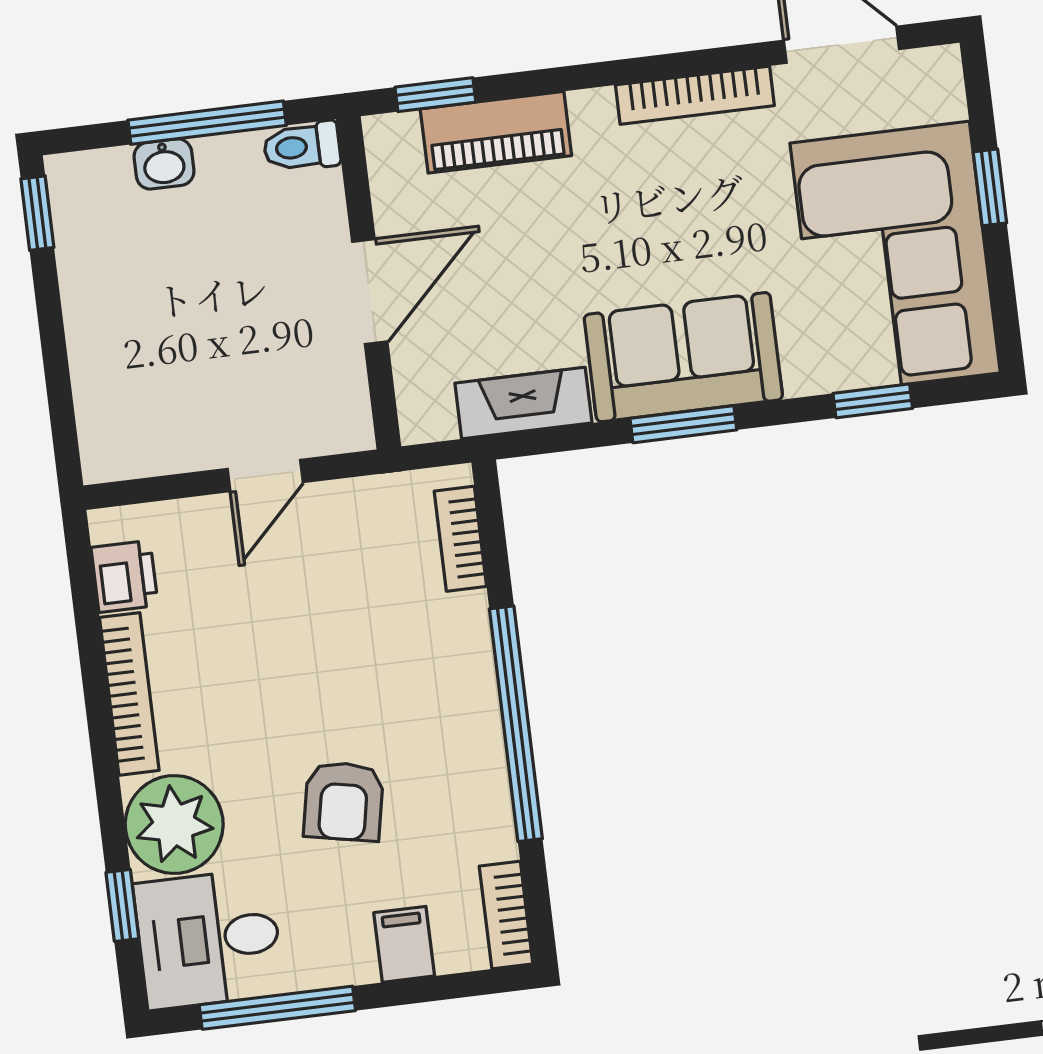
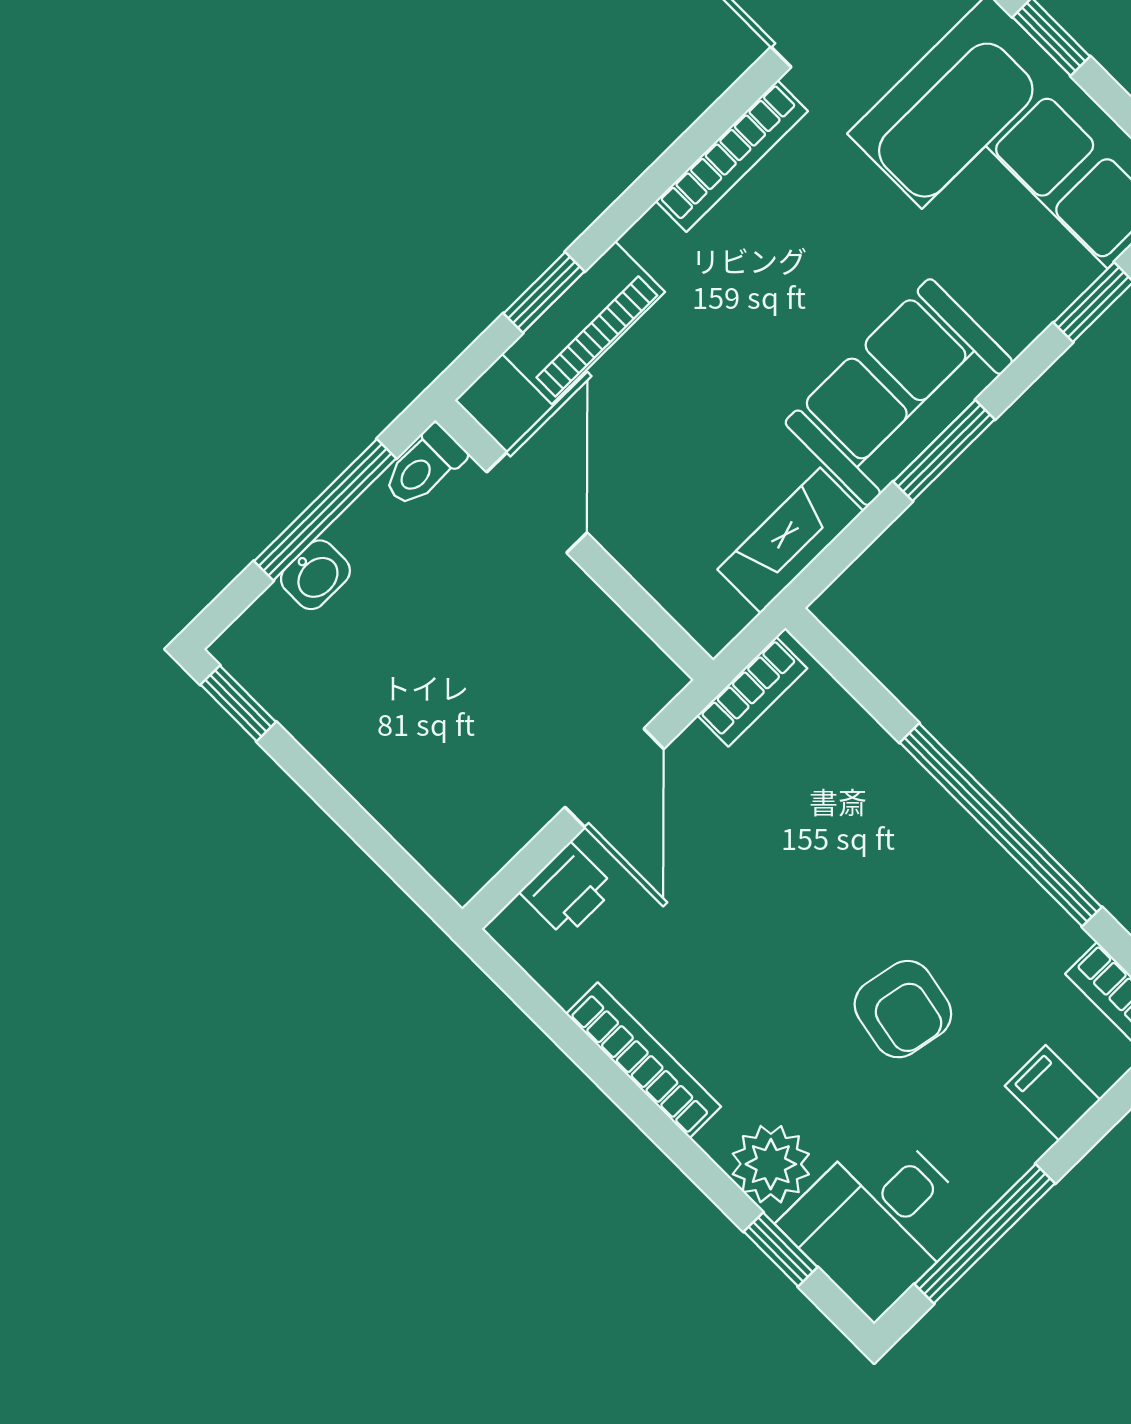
window: (435, 95) -> (544, 292), moved
door: (370, 292) -> (537, 502), moved
door: (265, 475) -> (614, 778), width x1.38
bookcase: (460, 539) -> (752, 692), moved, turned -90
printer: (124, 576) -> (568, 890), moved, turned 90
plant: (174, 824) -> (771, 1164), width x0.73, depth x0.73

